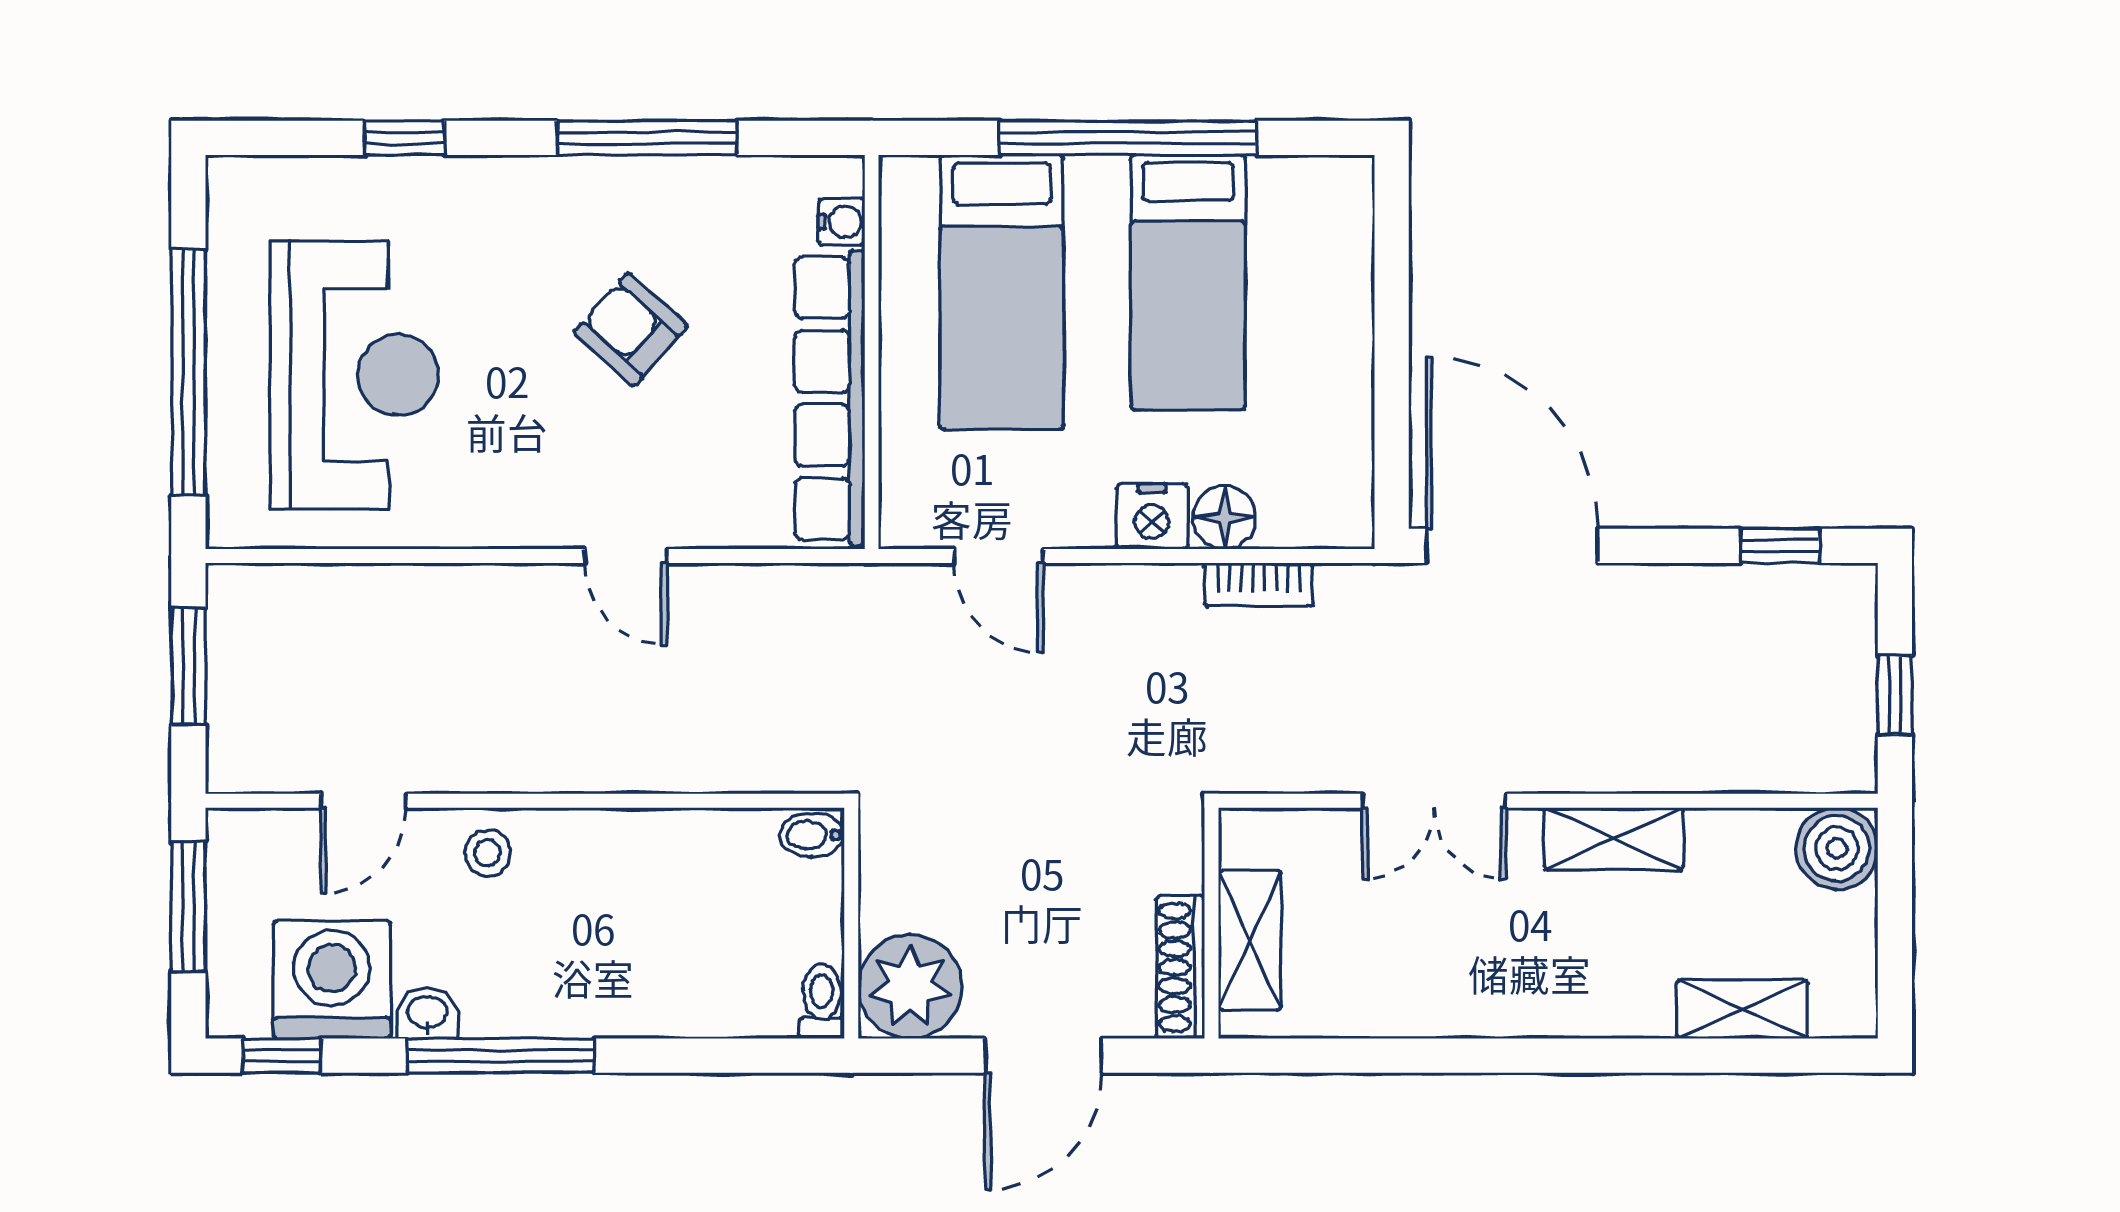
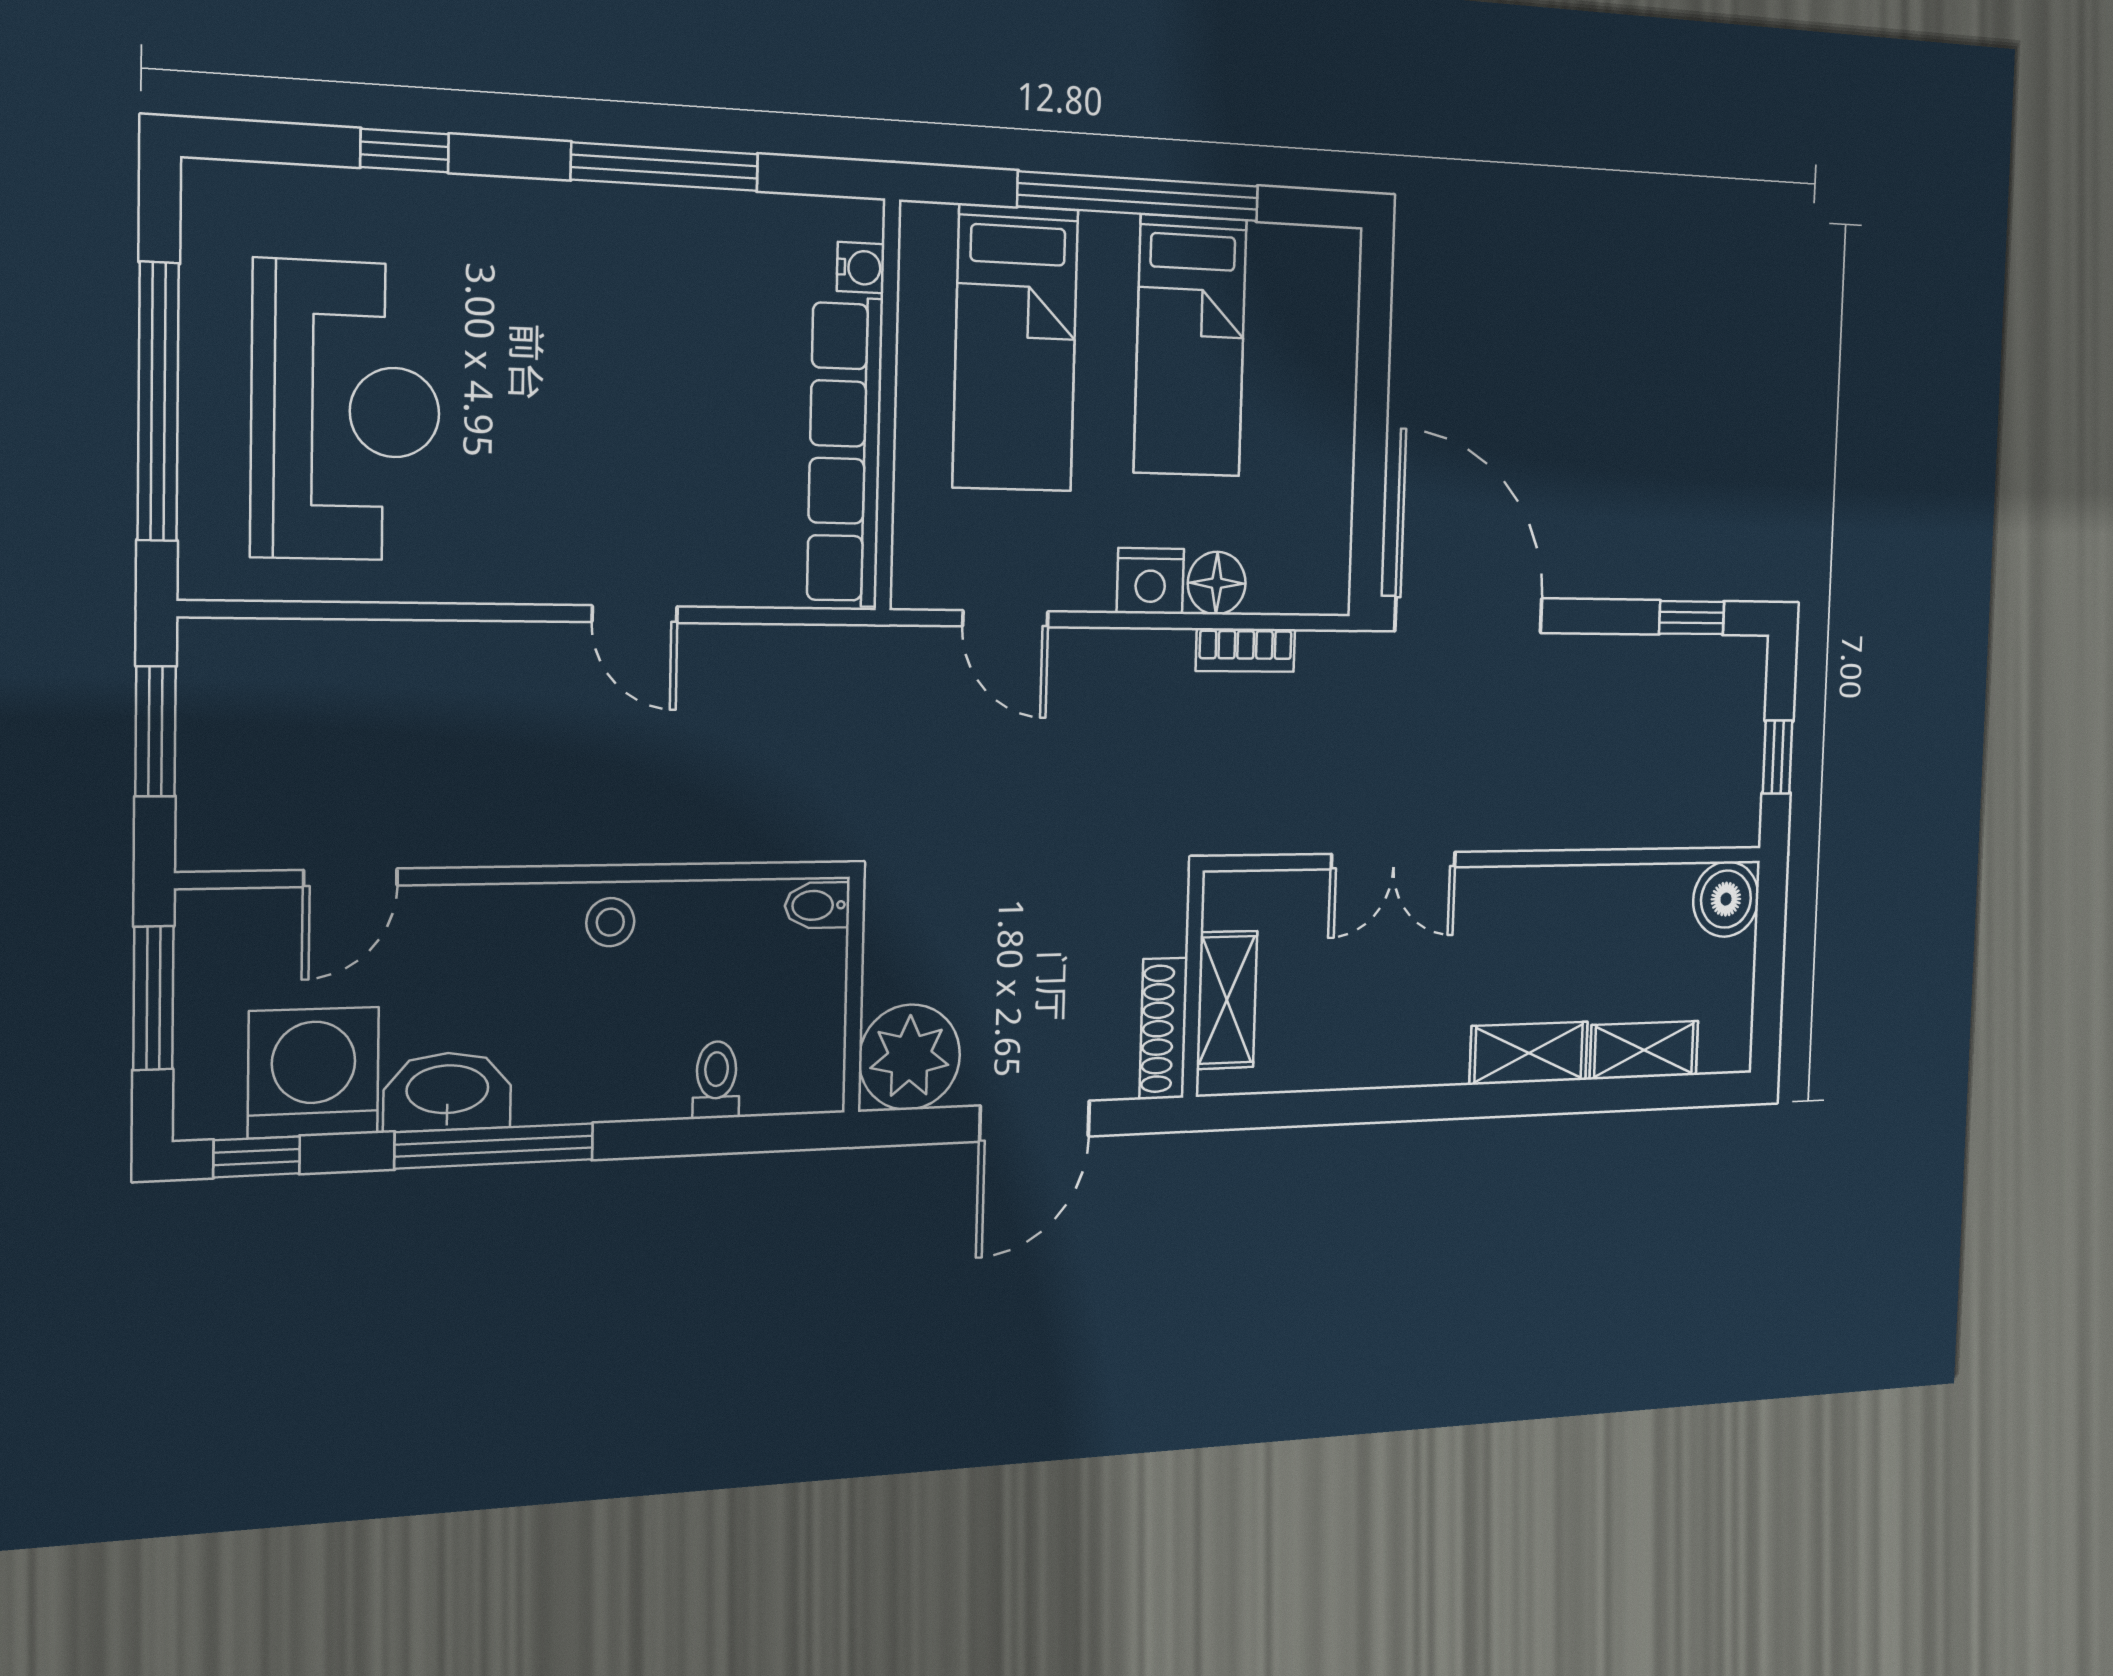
armchair: (631, 329) -> (644, 372), removed
shelving: (1614, 839) -> (1529, 1053), moved
stool: (488, 853) -> (610, 922), moved
toilet: (822, 1001) -> (716, 1080), moved
washbasin: (427, 1014) -> (447, 1092), width x1.91, depth x1.45

